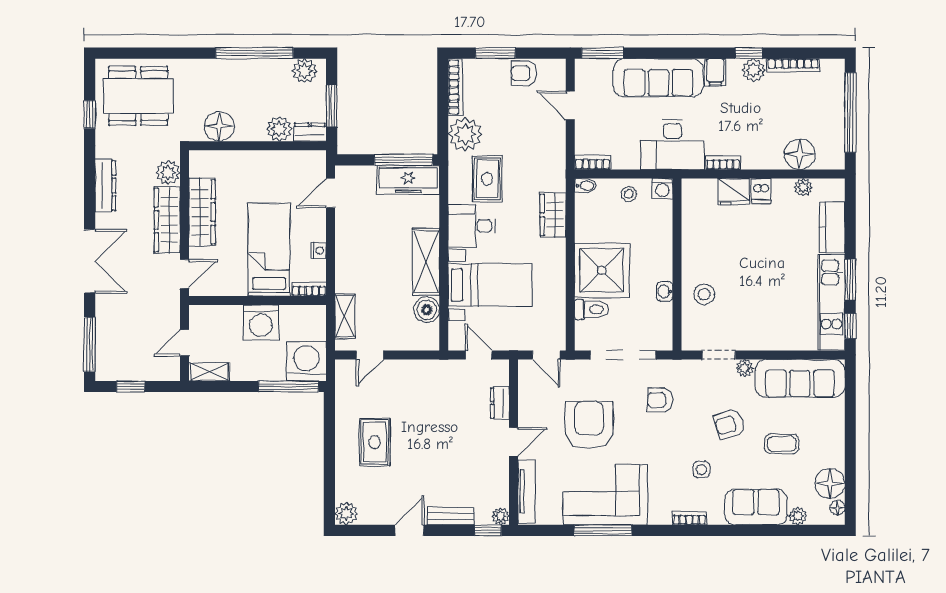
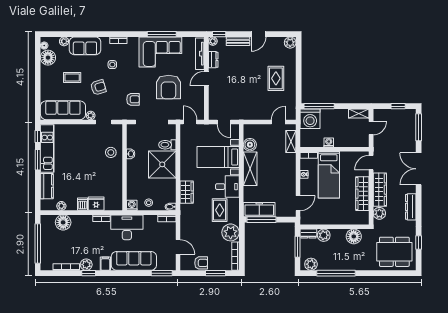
washing machine: (261, 322) -> (329, 142), width x0.53, depth x0.53
dresser: (500, 403) -> (213, 60), moved

